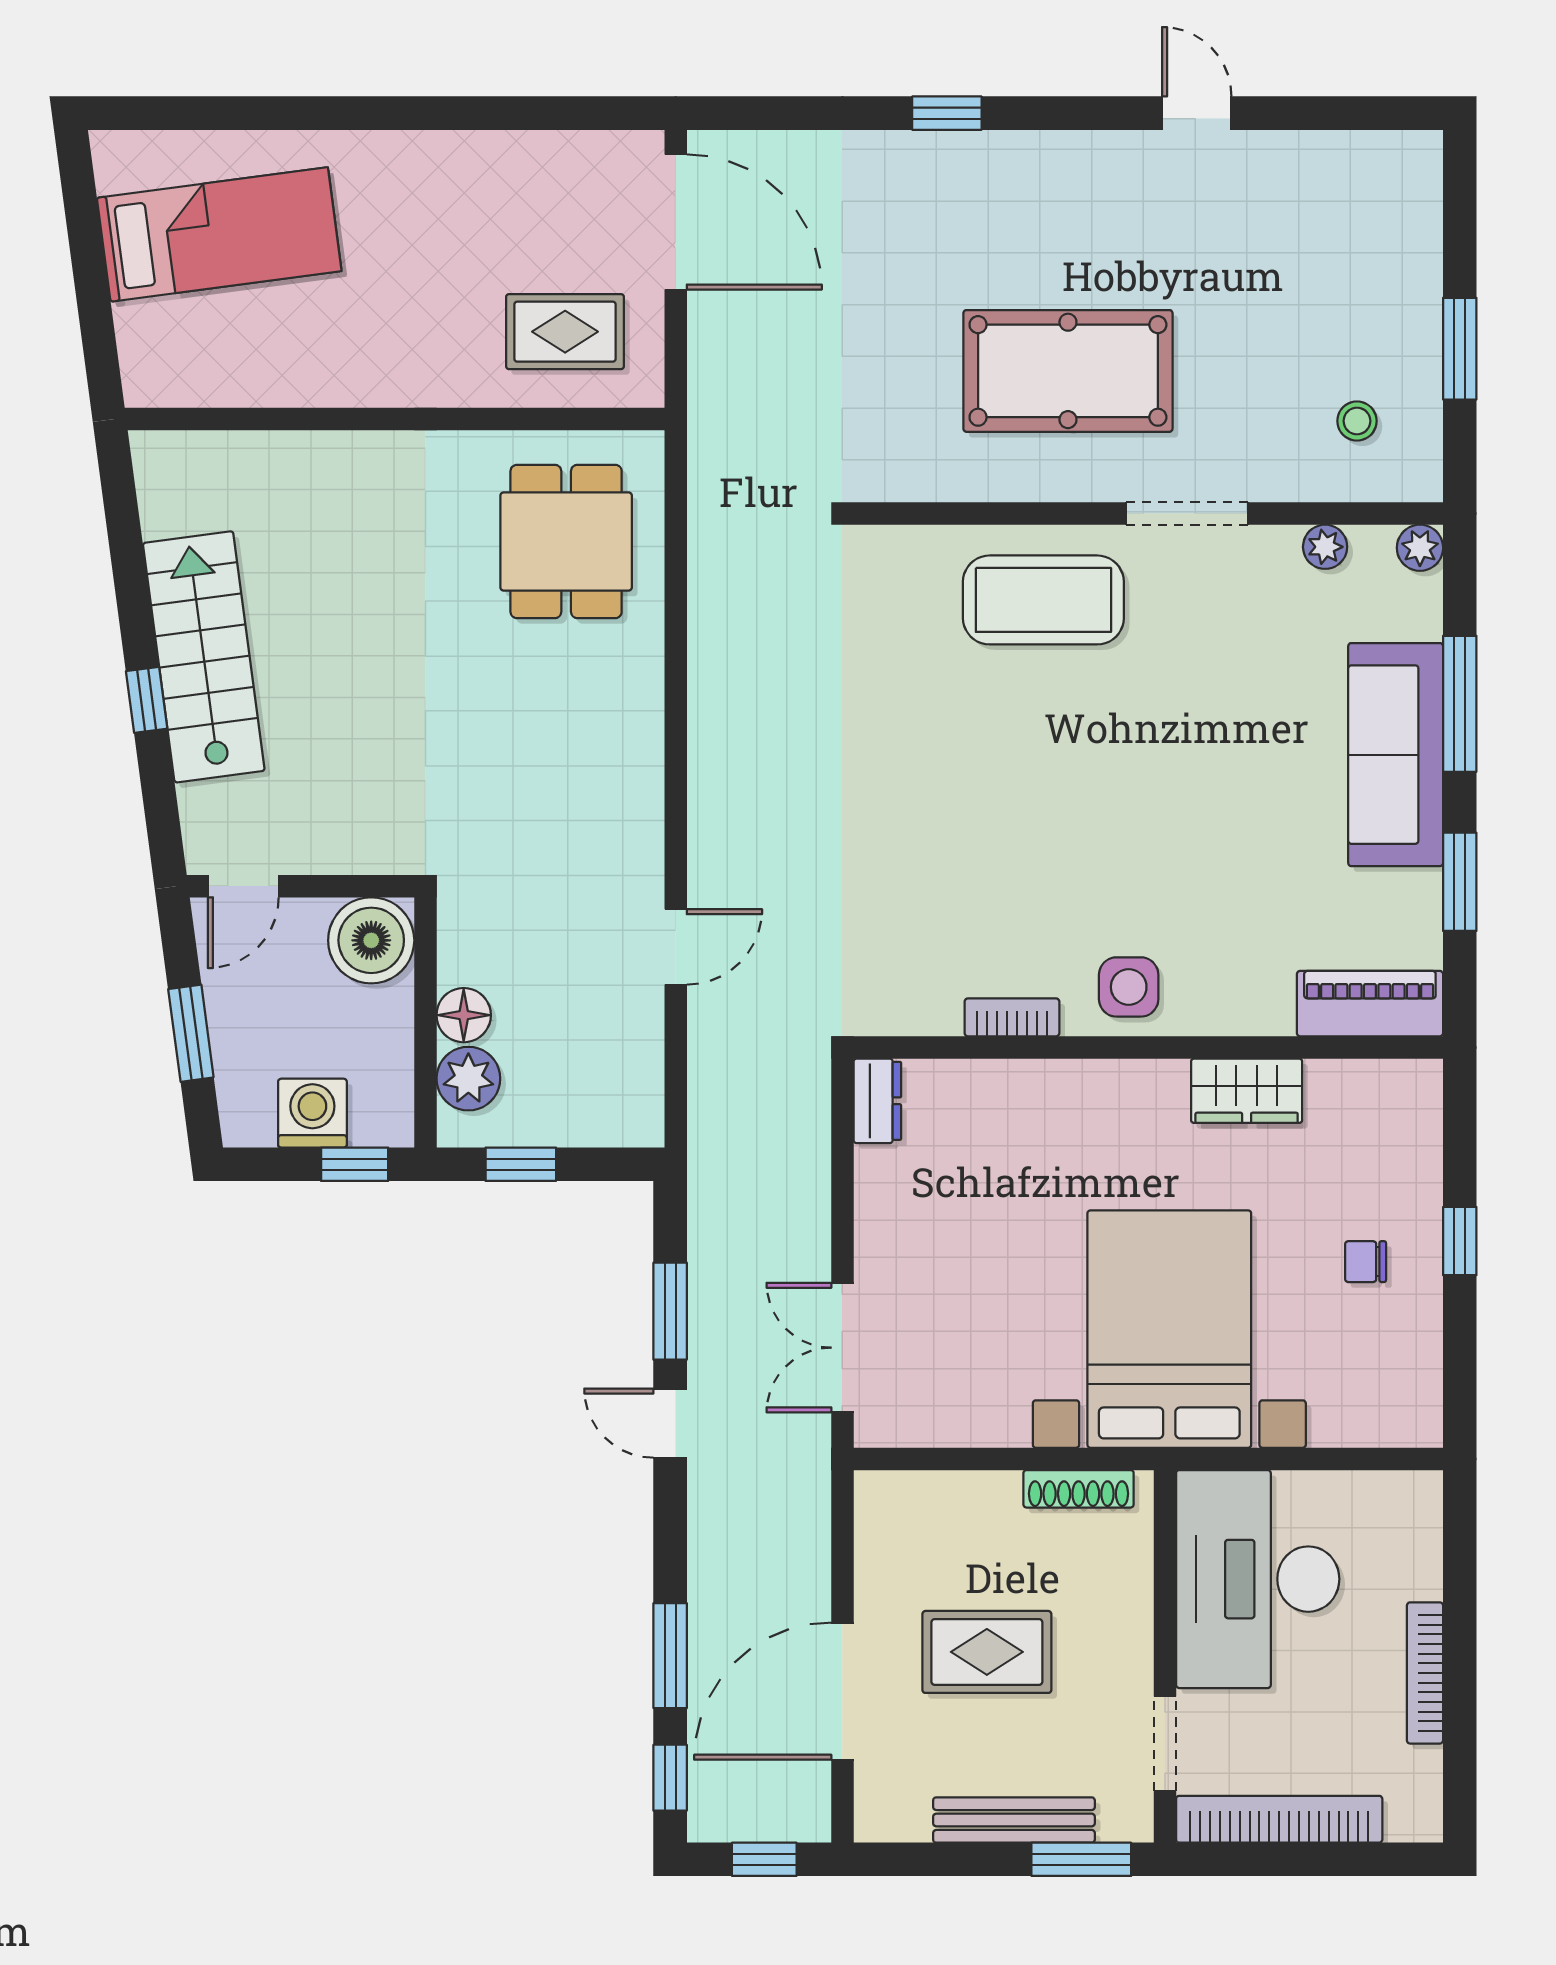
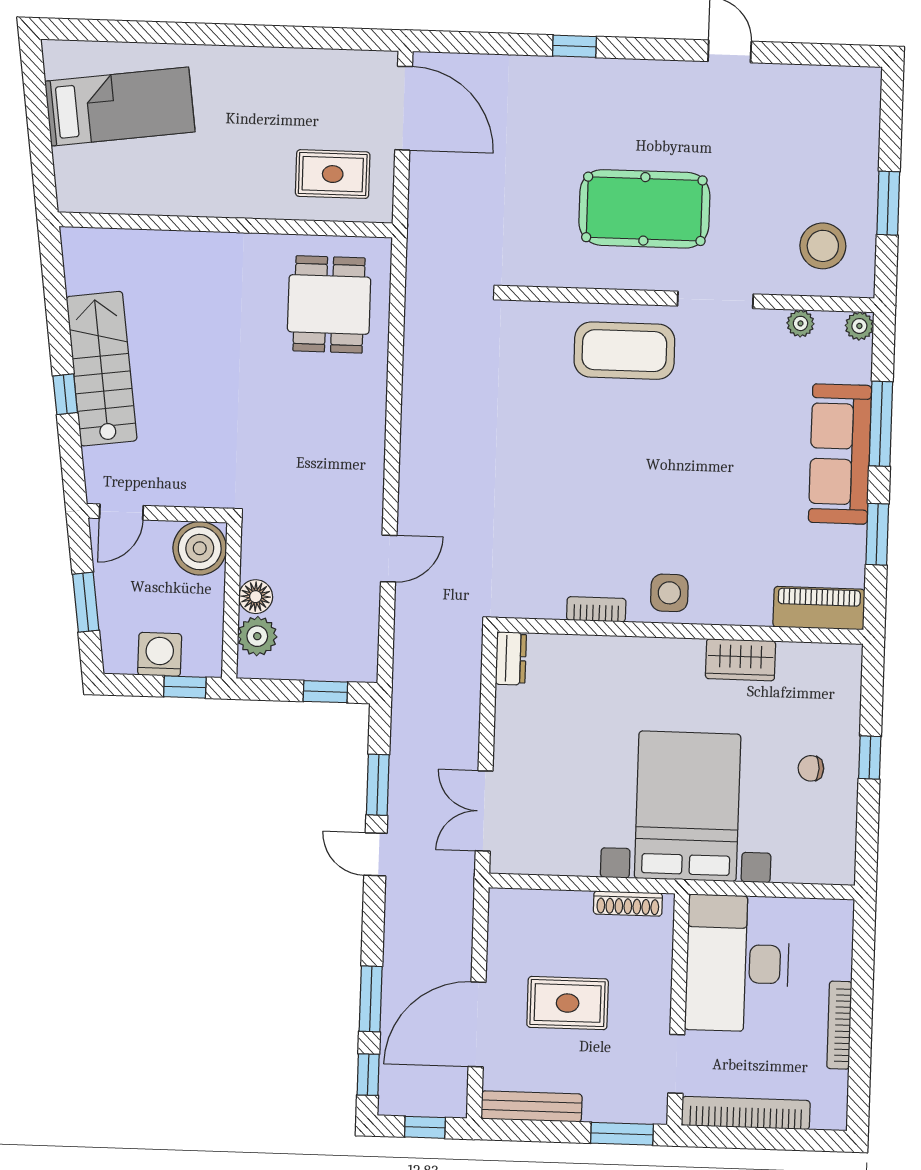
stool: (1357, 421) -> (823, 246), width x1.89, depth x1.89
window: (521, 1164) -> (325, 692), moved
bench: (1014, 1820) -> (532, 1106), moved

